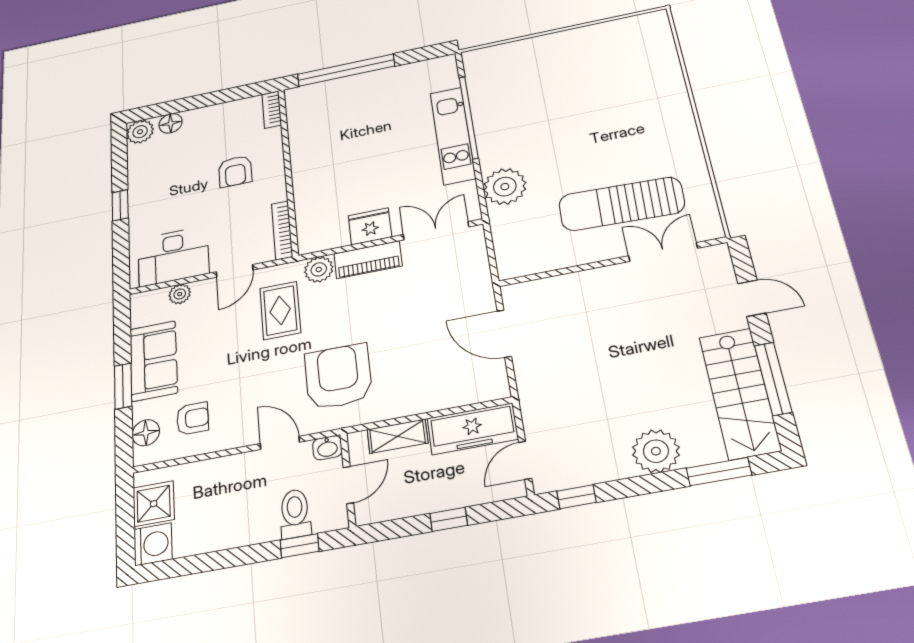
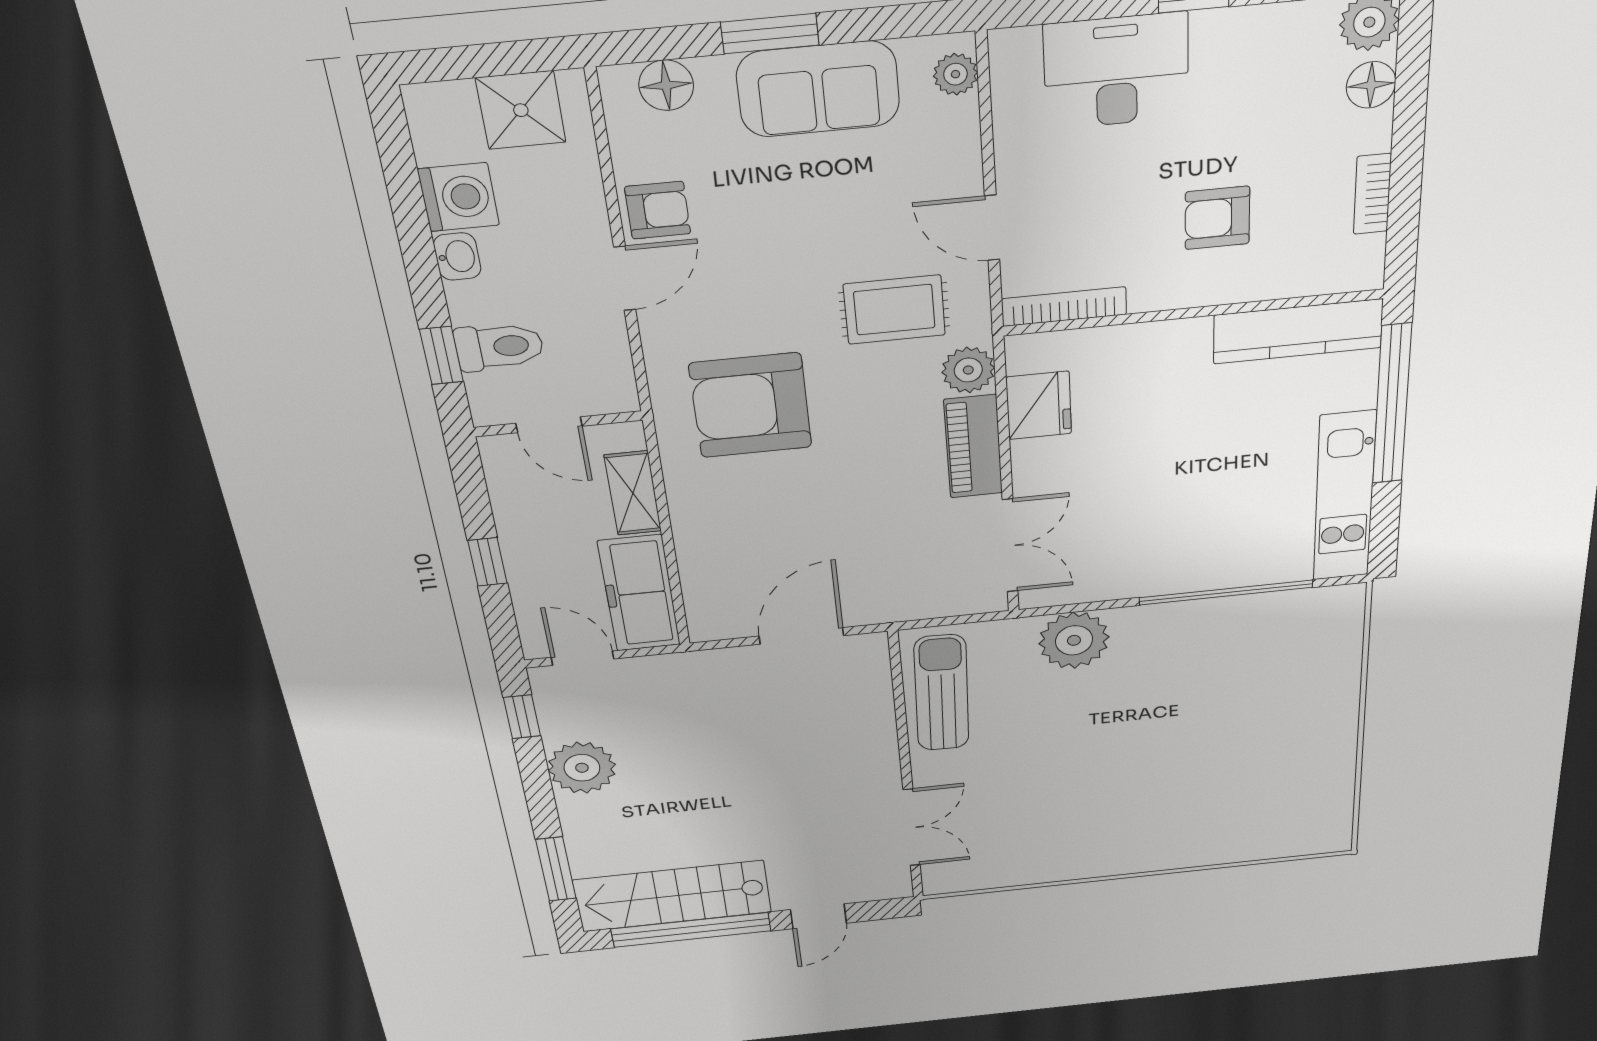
bookcase: (272, 110) -> (1372, 194), moved, turned -90
kitchen counter: (301, 122) -> (1298, 331), added
kitchen unit: (453, 135) -> (1344, 497), moved, turned -90
sun lounger: (621, 204) -> (942, 693), moved, width x0.73, depth x0.75
fridge: (370, 226) -> (1039, 405), moved
desk: (173, 256) -> (1116, 71), moved, turned 90
plant: (180, 294) -> (955, 74), moved
armchair: (338, 377) -> (751, 405), turned 180
window: (773, 379) -> (691, 930), width x1.46
armchair: (193, 418) -> (658, 210), moved, turned -90
door: (280, 443) -> (625, 278), moved
washbasin: (327, 448) -> (457, 257), moved, turned 180
plant: (656, 451) -> (582, 768), moved
washing machine: (153, 544) -> (459, 197), moved, turned -90

